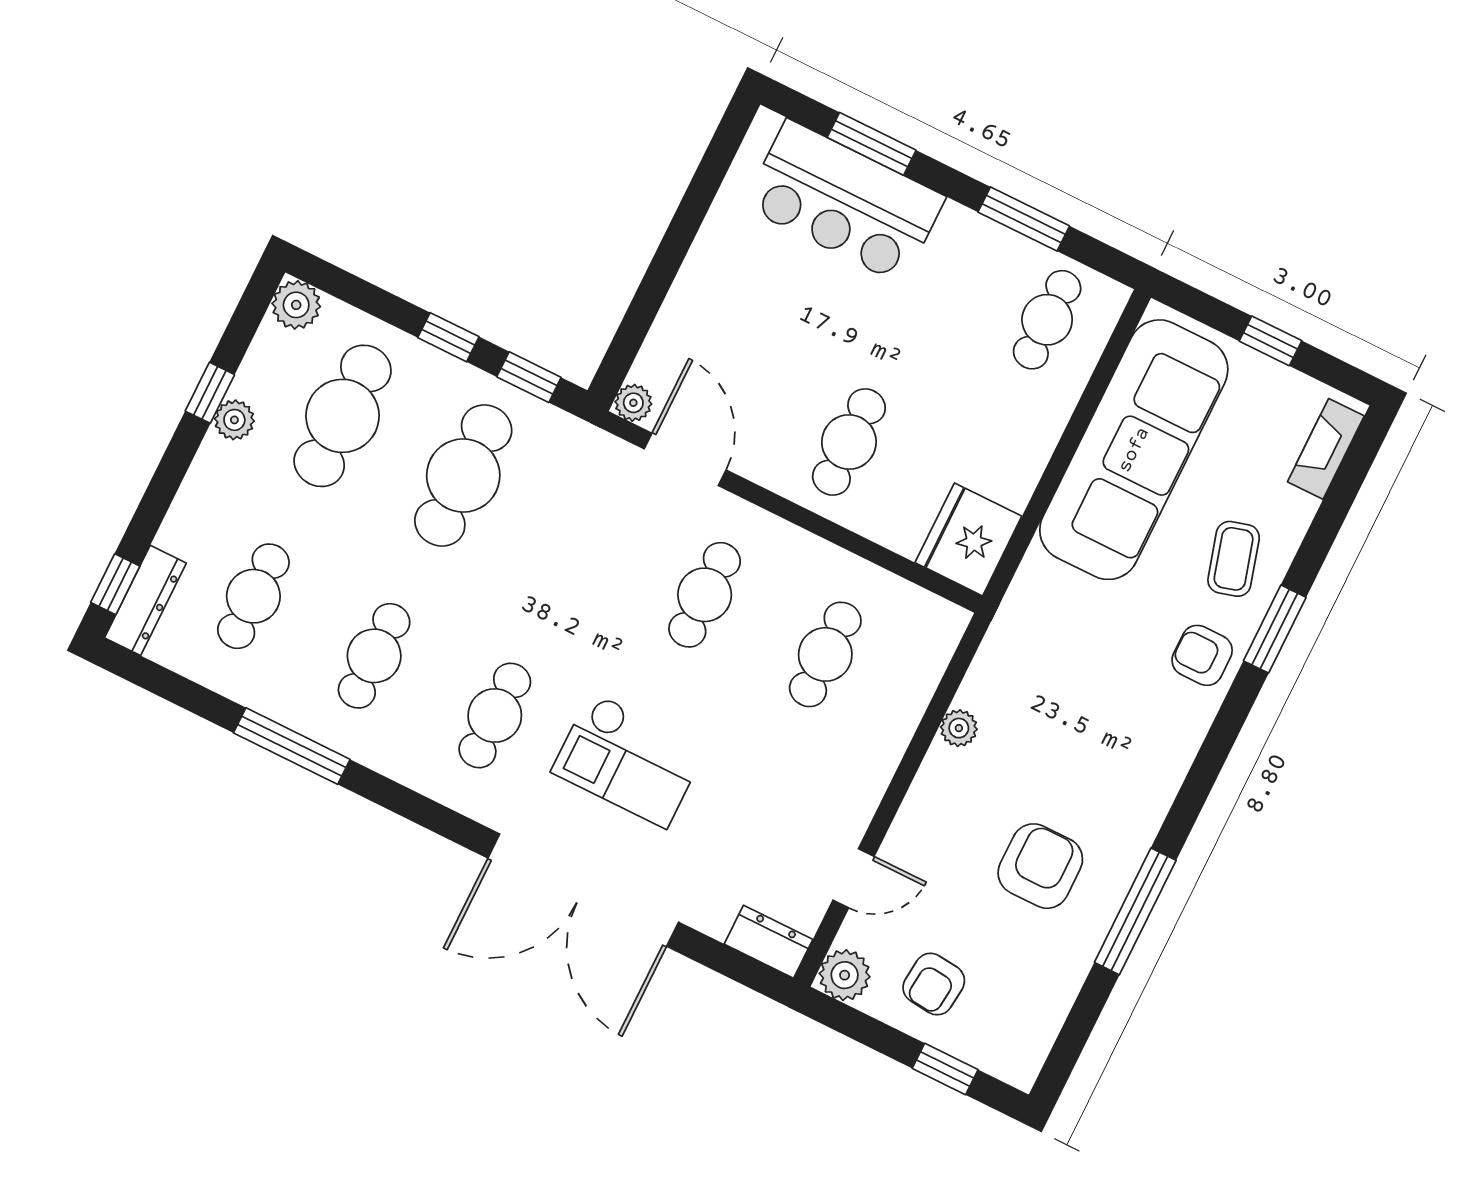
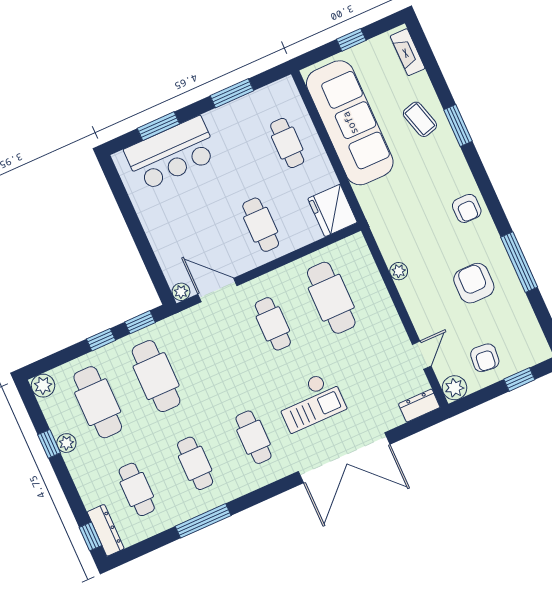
cafe table: (1047, 320) -> (287, 143), moved
cafe table: (825, 654) -> (331, 298), width x1.37, depth x1.35
armchair: (1202, 655) -> (467, 208), moved, turned -90

